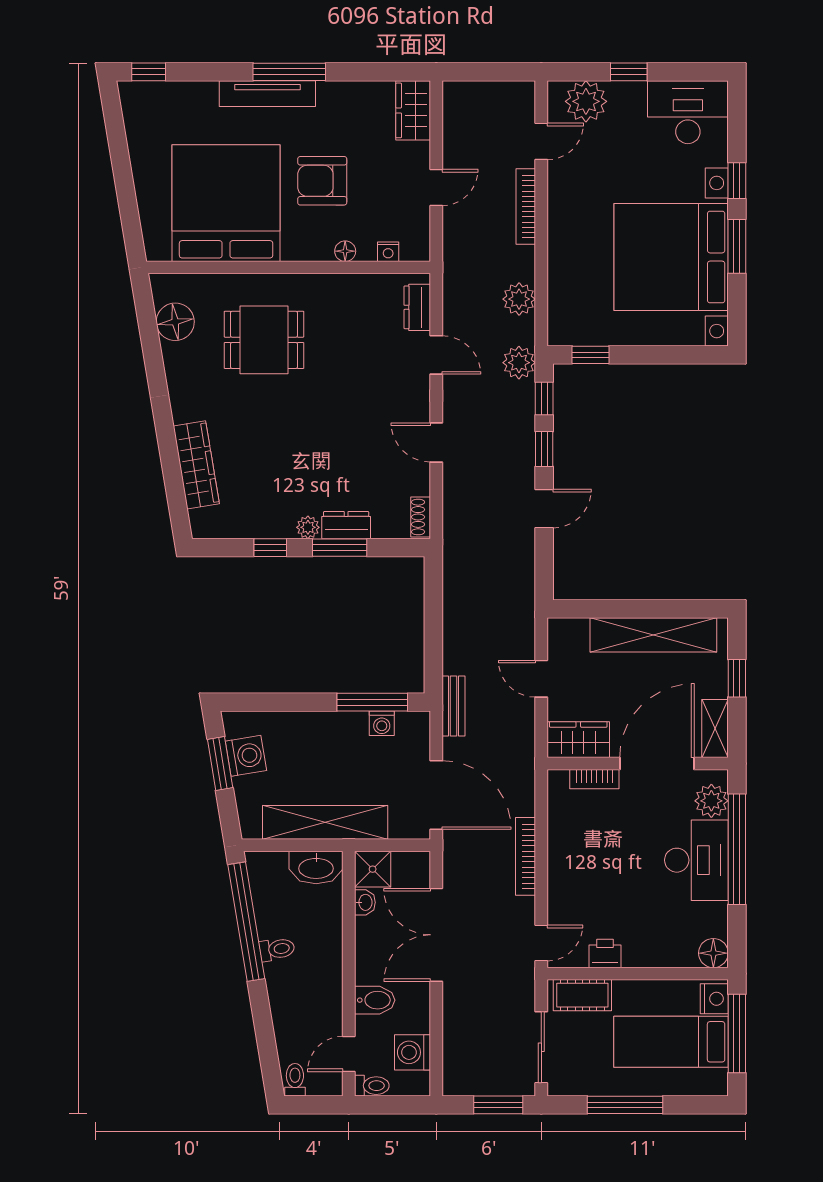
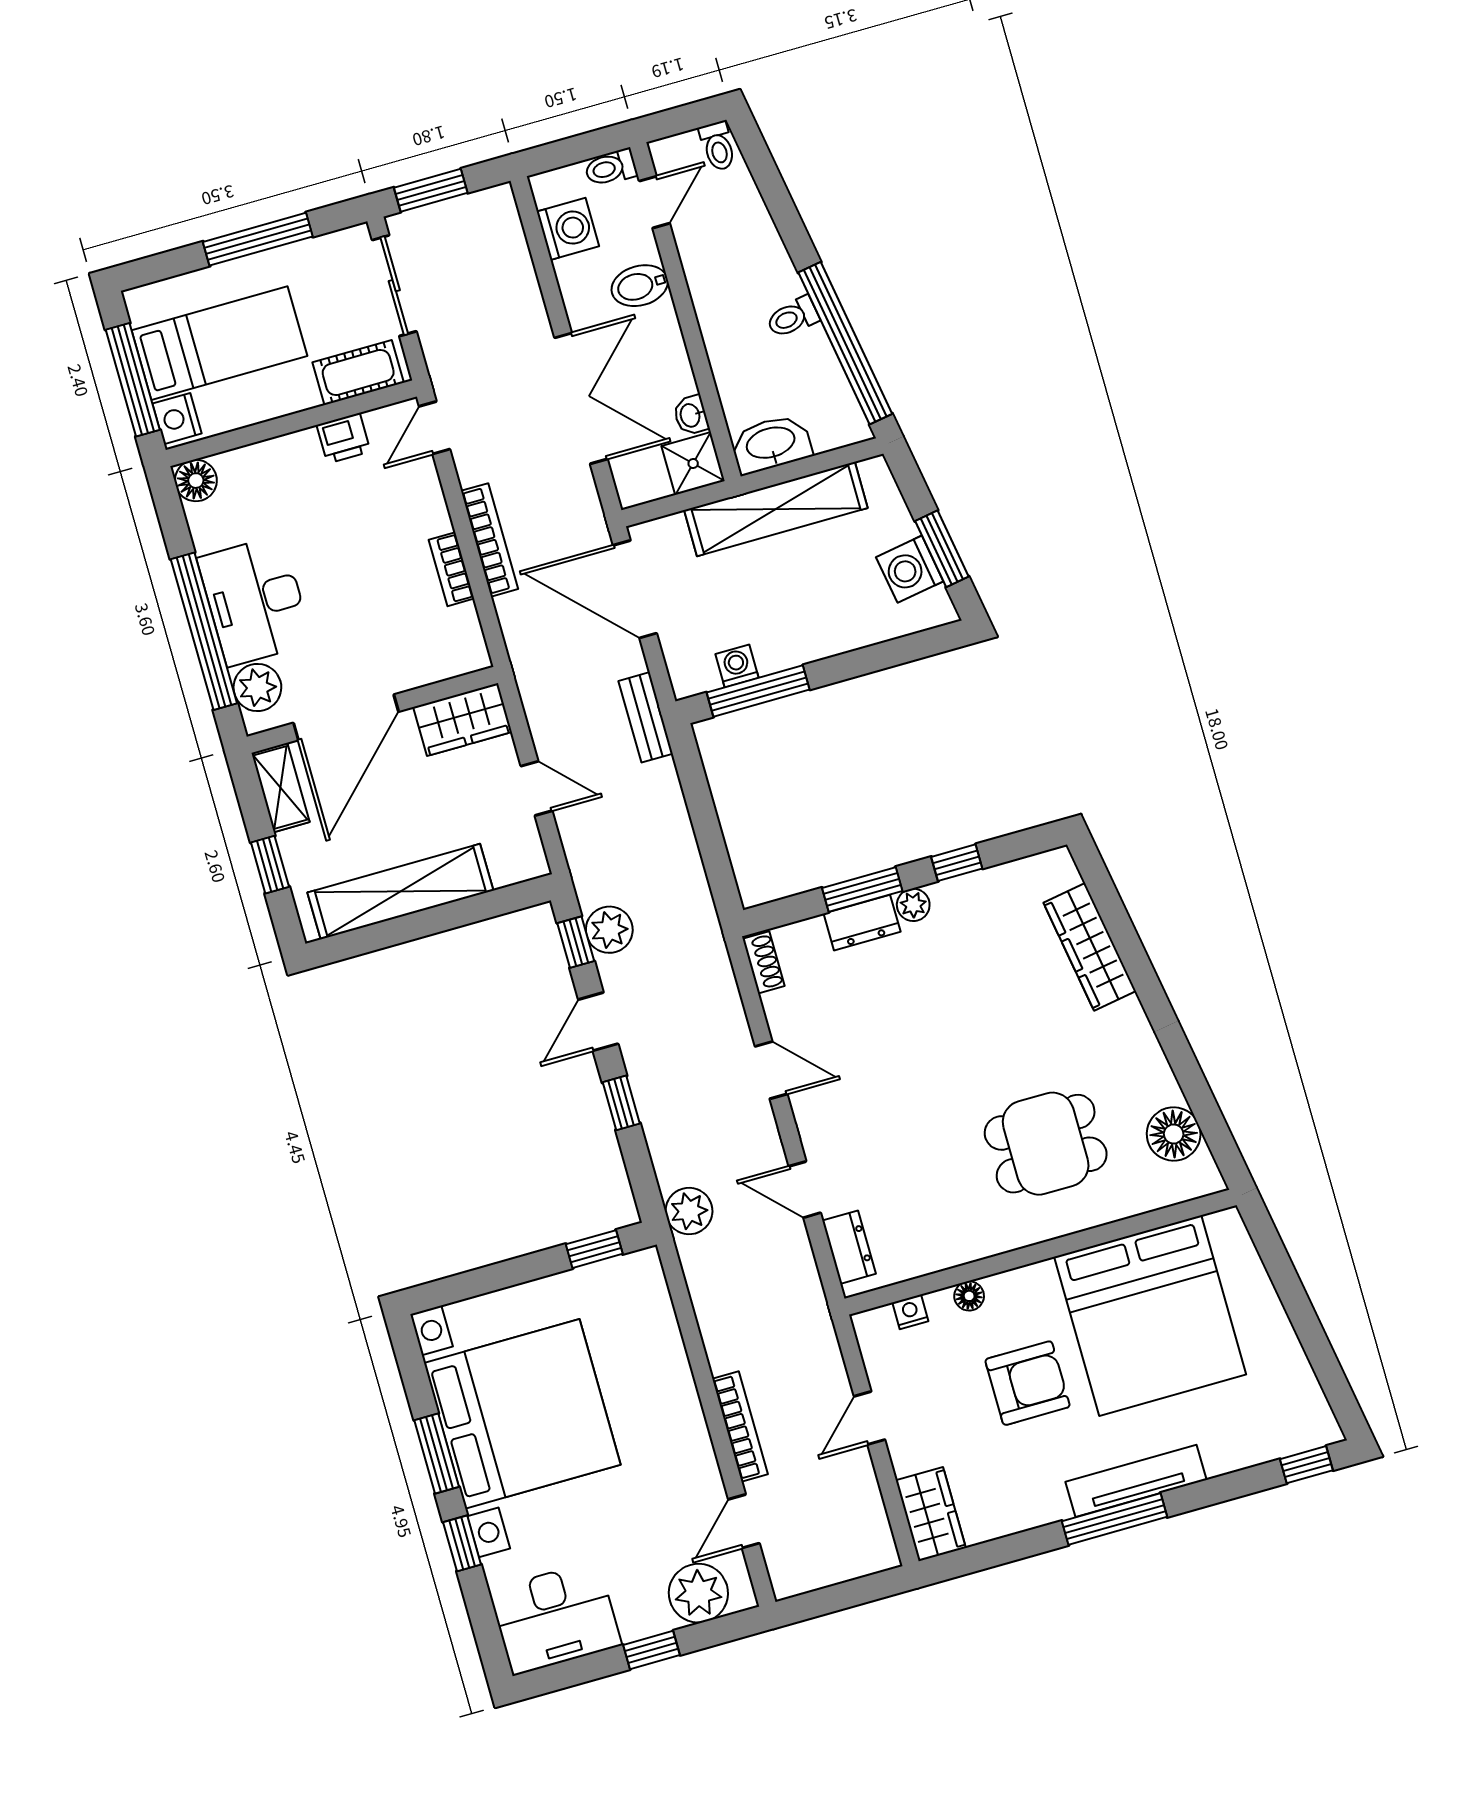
plant: (519, 299) -> (609, 930), moved
window: (544, 399) -> (576, 942), moved
bookcase: (594, 779) -> (451, 569), moved, turned -90

